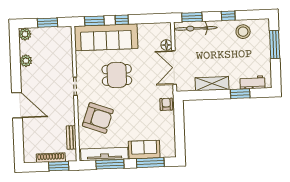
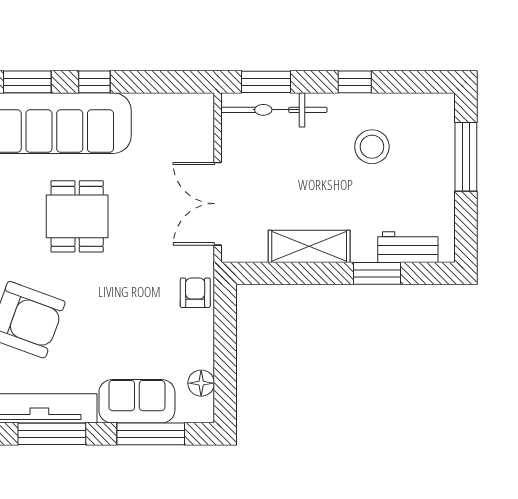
stool: (243, 32) -> (372, 147), moved
floor lamp: (166, 45) -> (201, 383), moved
dining table: (117, 75) -> (77, 216), turned 90

